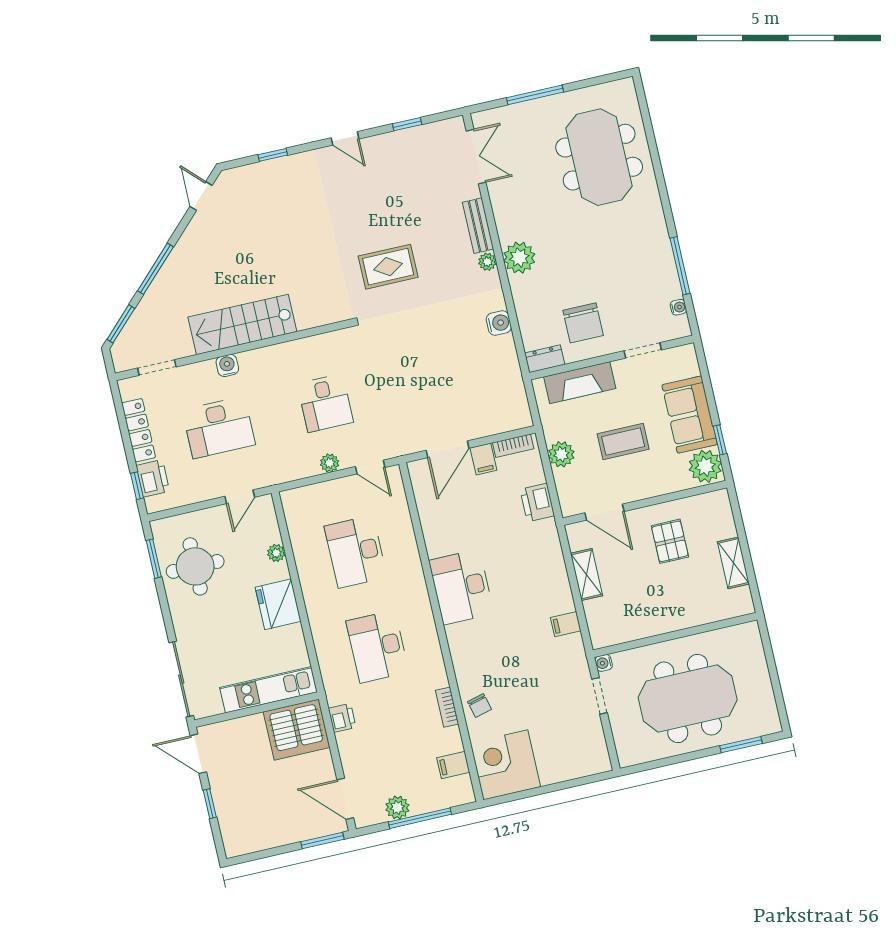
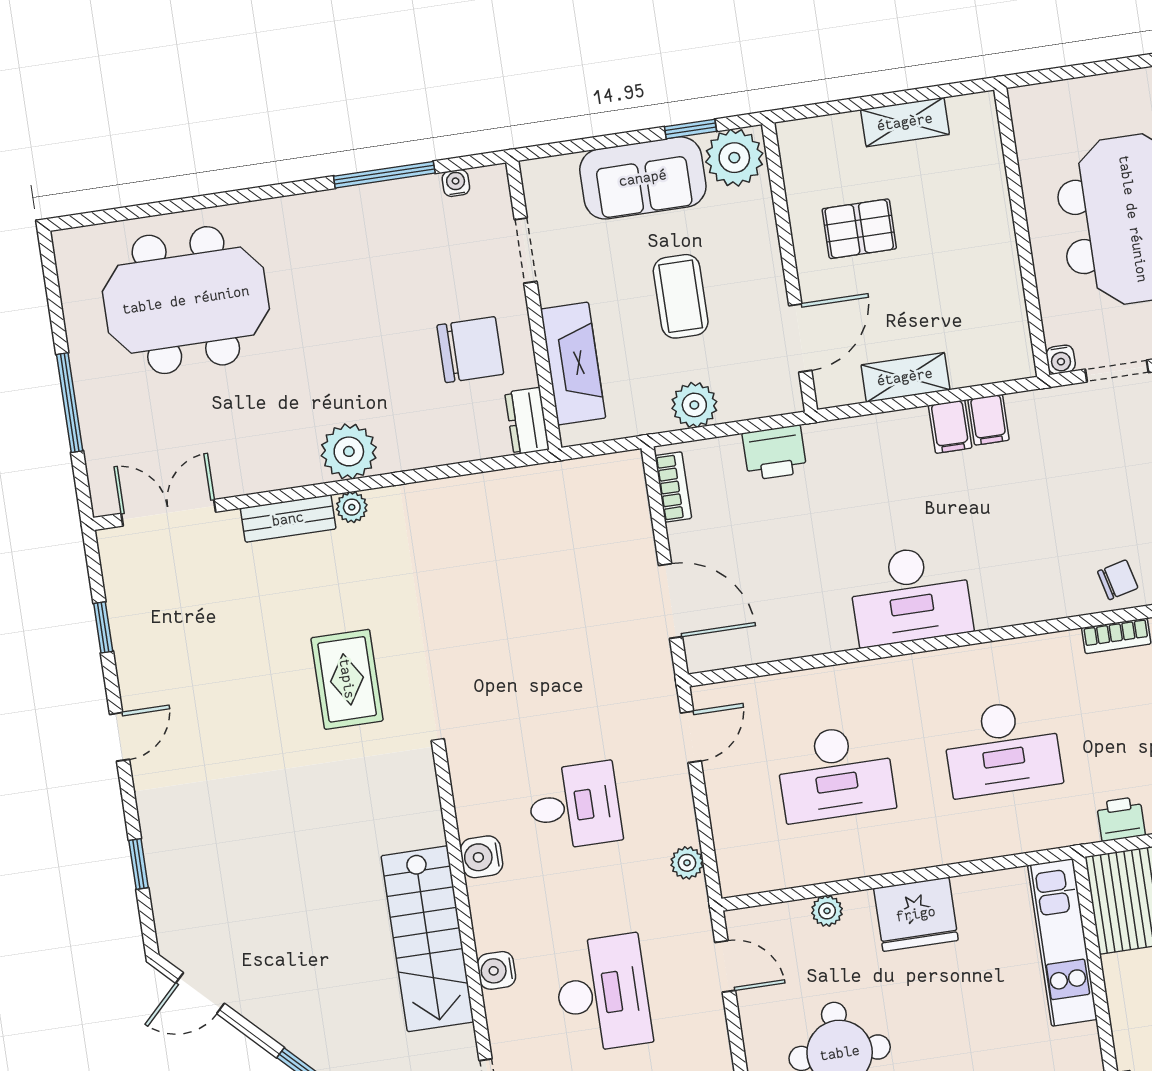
water cooler: (499, 323) -> (481, 857), moved, turned -90
filing cabinet: (483, 459) -> (950, 427), moved, turned 90
plant: (330, 463) -> (687, 863), moved

